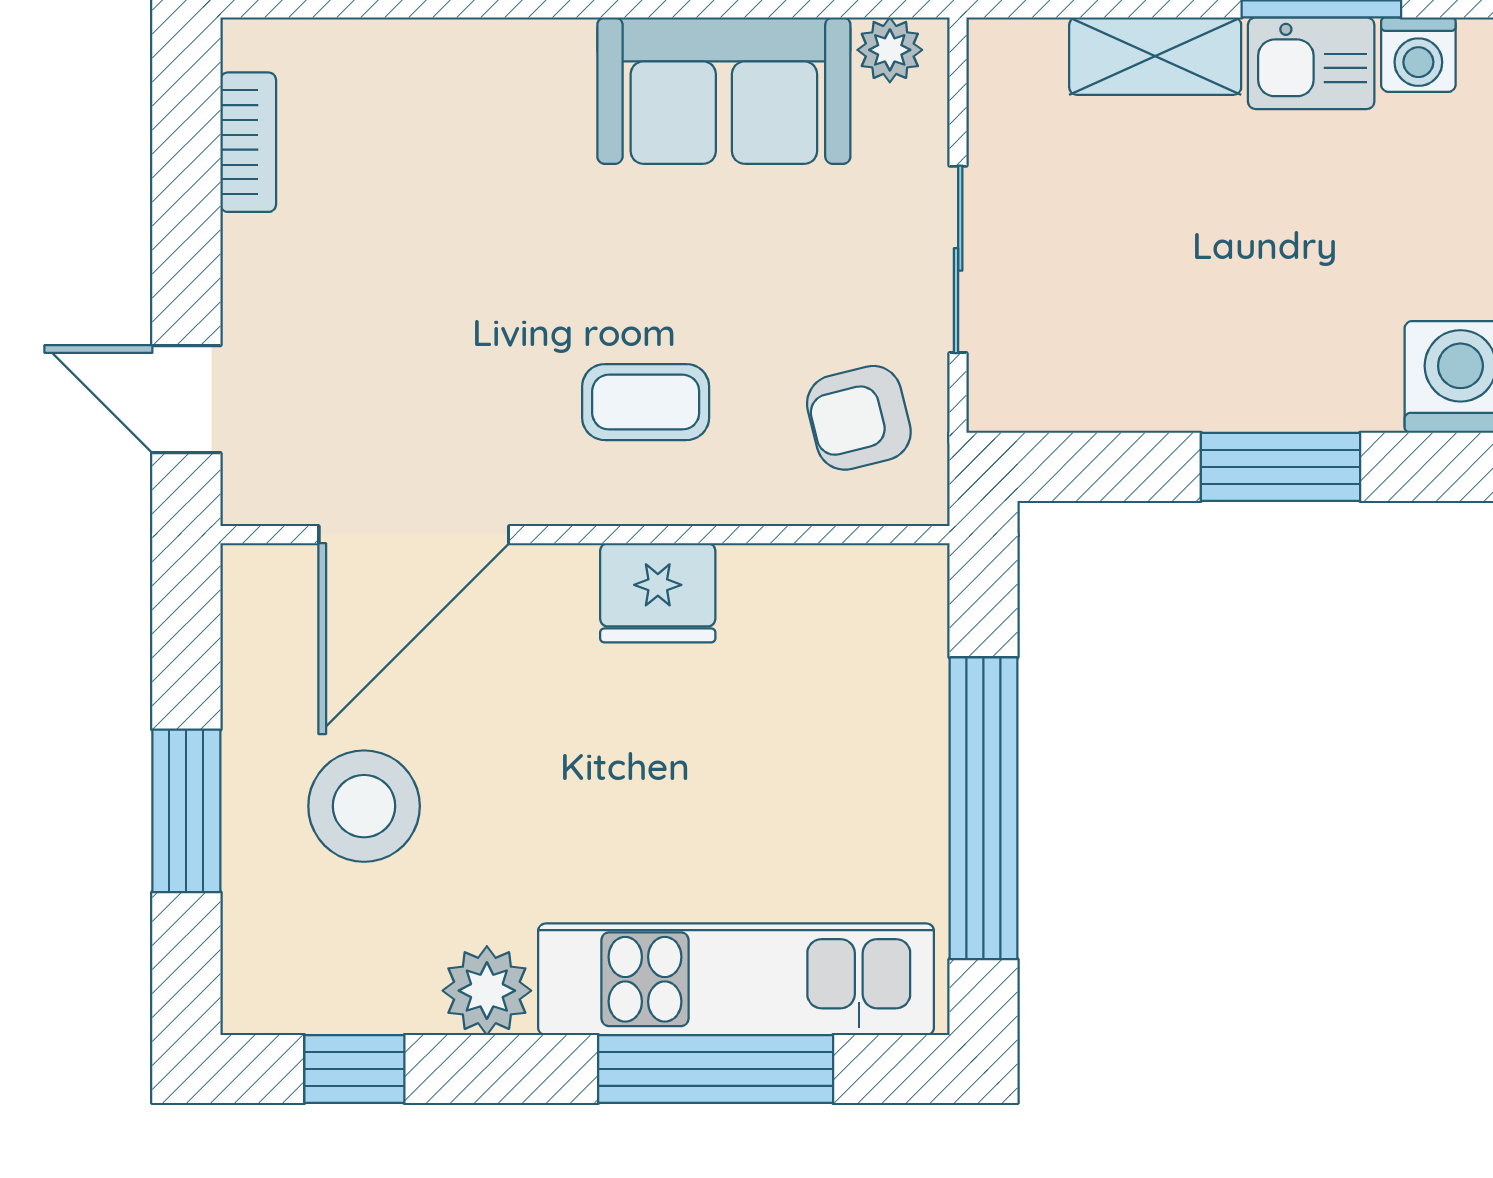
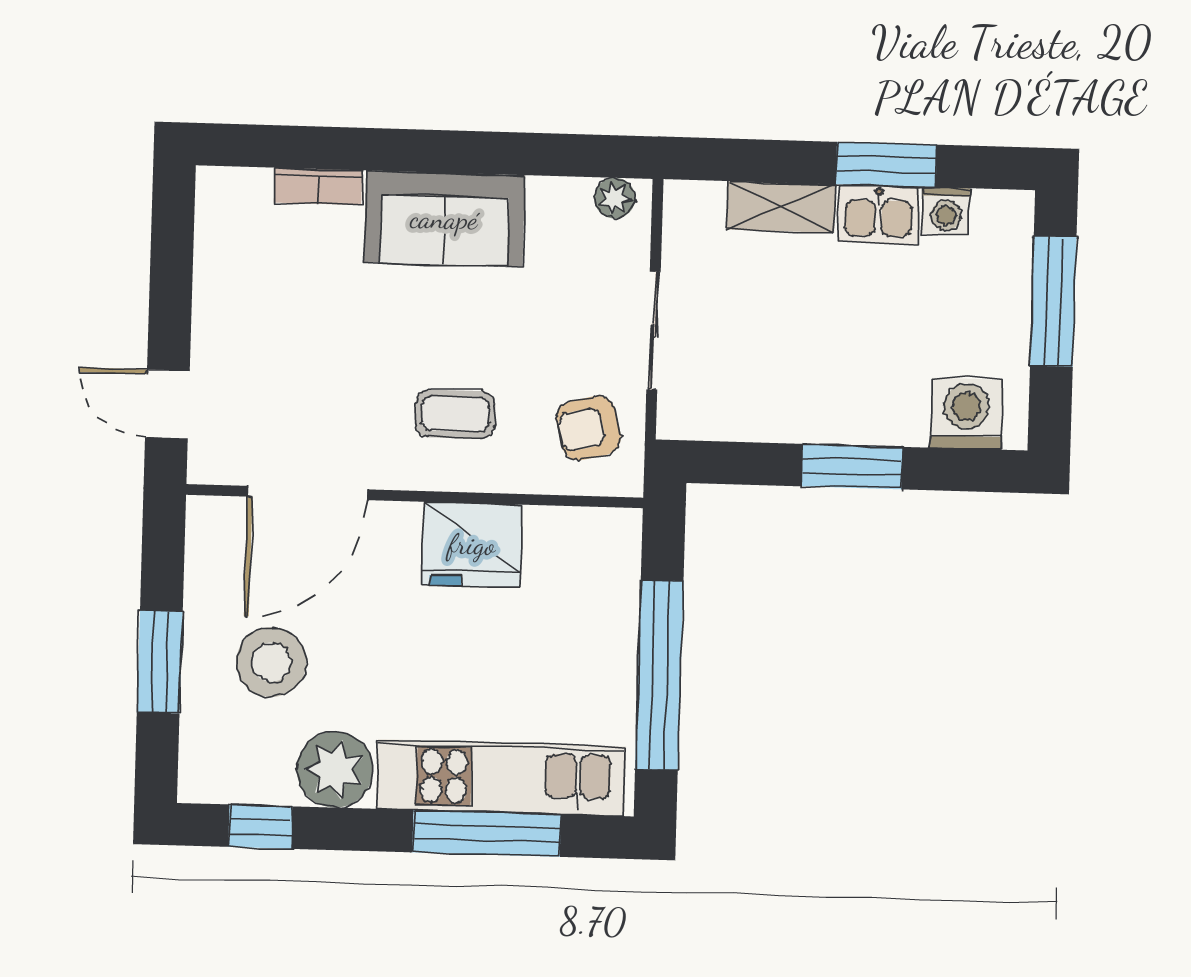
sofa: (724, 91) -> (444, 219), moved
bookcase: (248, 142) -> (318, 186), moved, turned 90
fridge: (658, 593) -> (472, 545), width x1.36, depth x1.34
plant: (487, 991) -> (335, 770), width x1.36, depth x1.36

